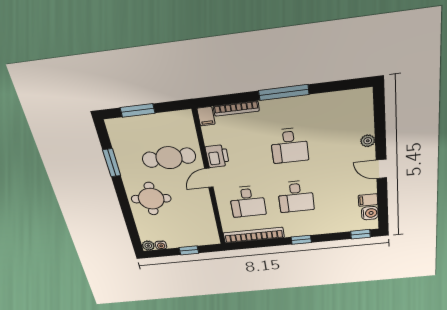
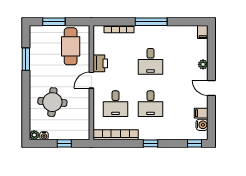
filing cabinet: (206, 116) -> (203, 32), moved
cafe table: (169, 158) -> (71, 46), moved, turned 90
round table: (151, 199) -> (52, 102), moved

